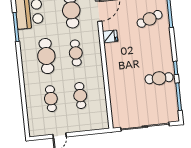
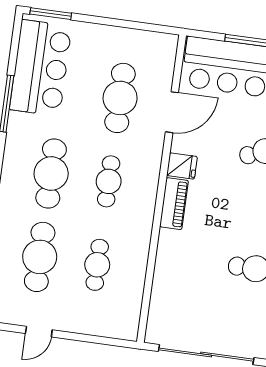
piano: (111, 56) -> (174, 204), added
cafe table: (51, 99) -> (40, 257), width x1.37, depth x1.35

